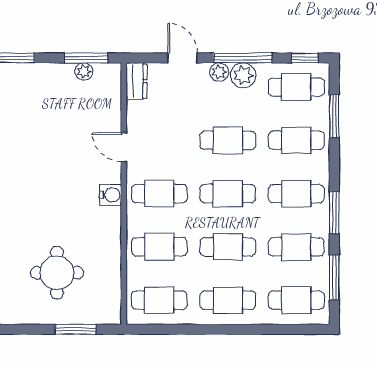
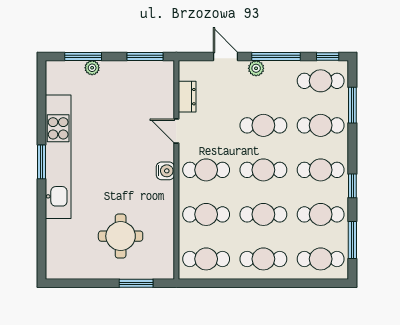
plant: (84, 71) -> (92, 68), moved
plant: (243, 75) -> (276, 71), removed
dresser: (136, 81) -> (187, 97), moved
window: (334, 213) -> (352, 186), width x0.67

